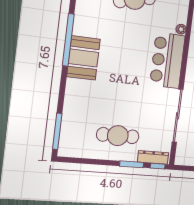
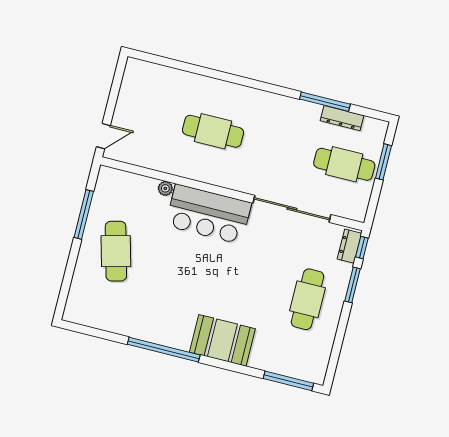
booth: (83, 58) -> (222, 340), moved
dresser: (153, 157) -> (349, 246), width x0.70

